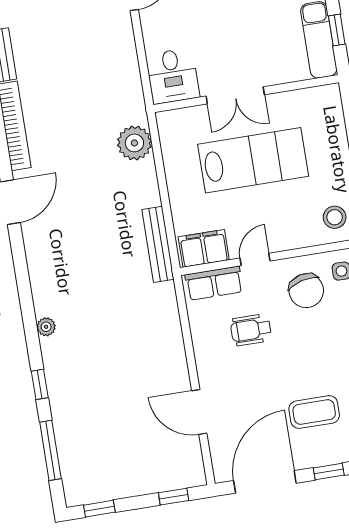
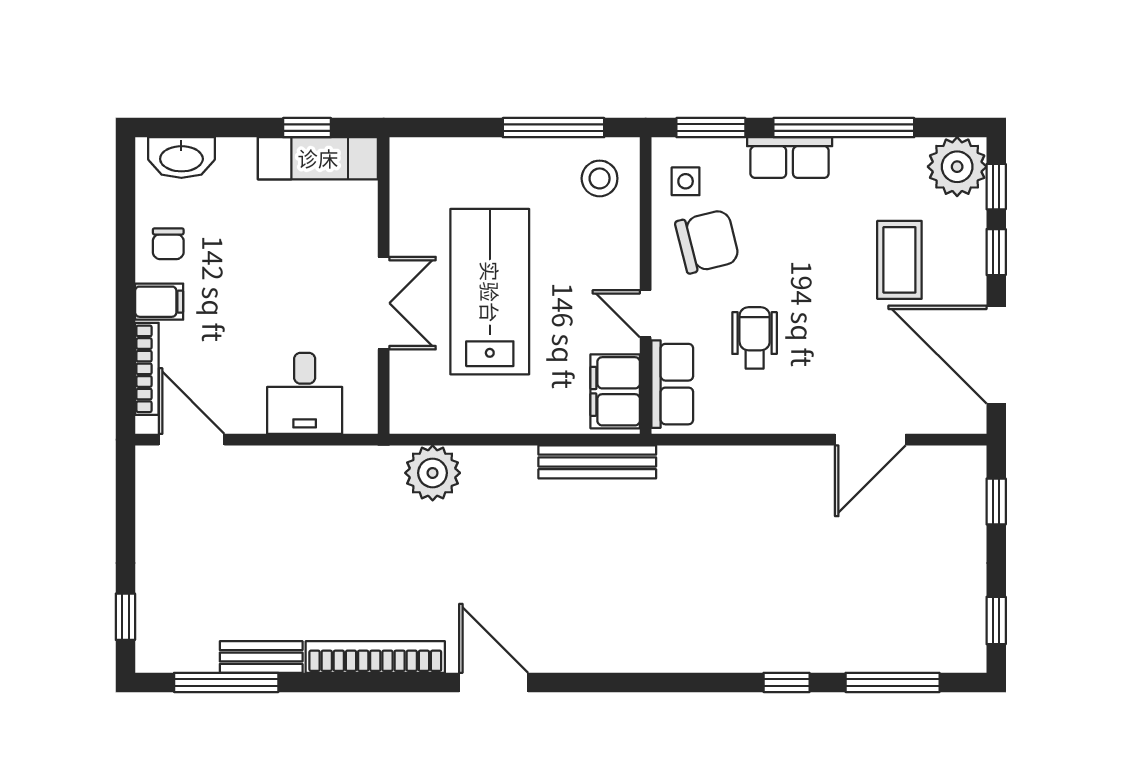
desk: (173, 76) -> (305, 393), moved, turned 90
plant: (46, 327) -> (698, 658), removed
wheelchair: (251, 330) -> (755, 338), turned 180

